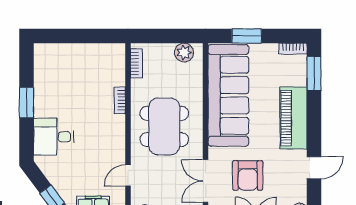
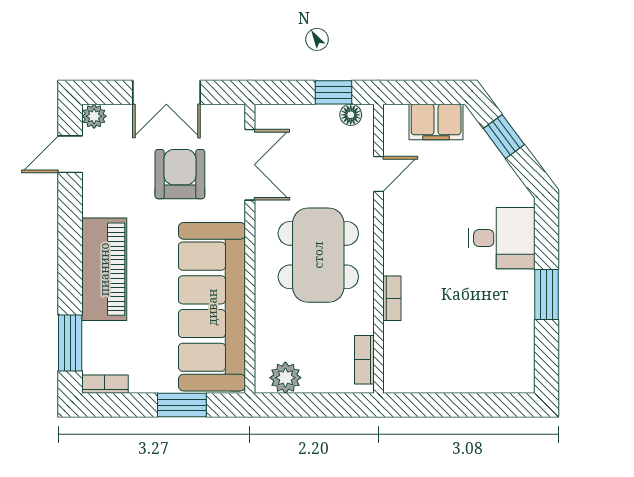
door: (314, 168) -> (70, 154), moved

